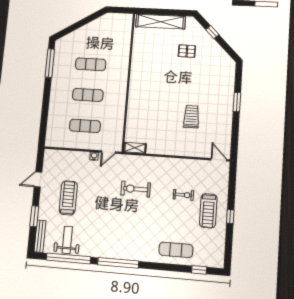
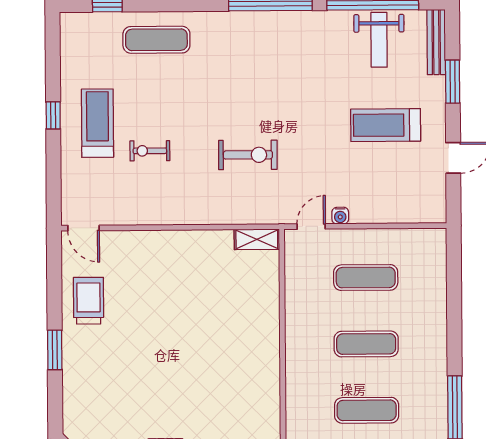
trolley: (191, 117) -> (88, 301), moved, turned 180
treadmill: (68, 198) -> (386, 125), turned 90

